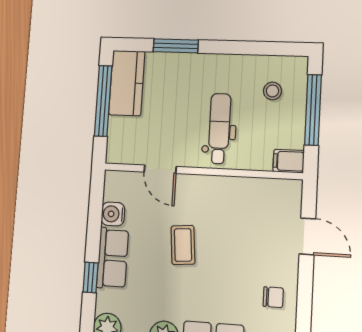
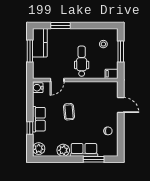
window: (103, 101) -> (30, 51), width x0.69
window: (313, 110) -> (121, 52), width x0.69
door: (160, 169) -> (57, 80), hinge flipped
water cooler: (113, 214) -> (38, 88), moved

